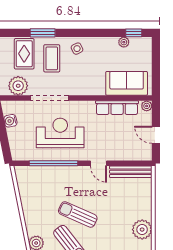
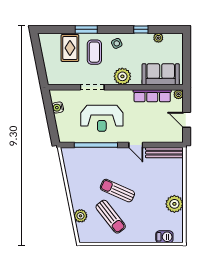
window: (134, 33) -> (141, 29), moved
plant: (18, 86) -> (122, 76), moved
doorway: (49, 98) -> (92, 87), width x0.73
reception desk: (60, 133) -> (102, 118), turned 180

